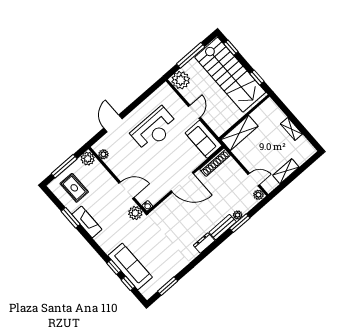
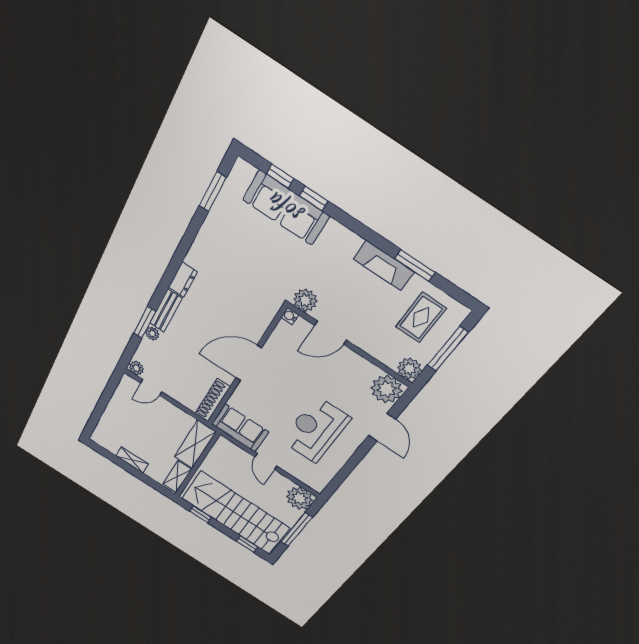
plant: (103, 154) -> (386, 389), width x1.88, depth x1.88
shelving: (286, 171) -> (177, 477), moved
rug: (74, 188) -> (421, 318), turned 90

